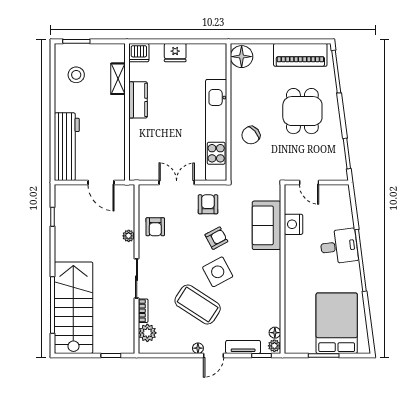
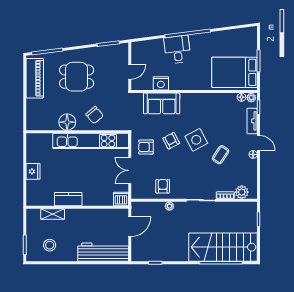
dishwasher: (139, 53) -> (121, 199), moved, turned -90
floor lamp: (242, 57) -> (67, 122), moved
armchair: (155, 227) -> (163, 186), turned -90
coffee table: (198, 305) -> (221, 155), width x0.54, depth x0.58
bed: (337, 323) -> (234, 72), moved

